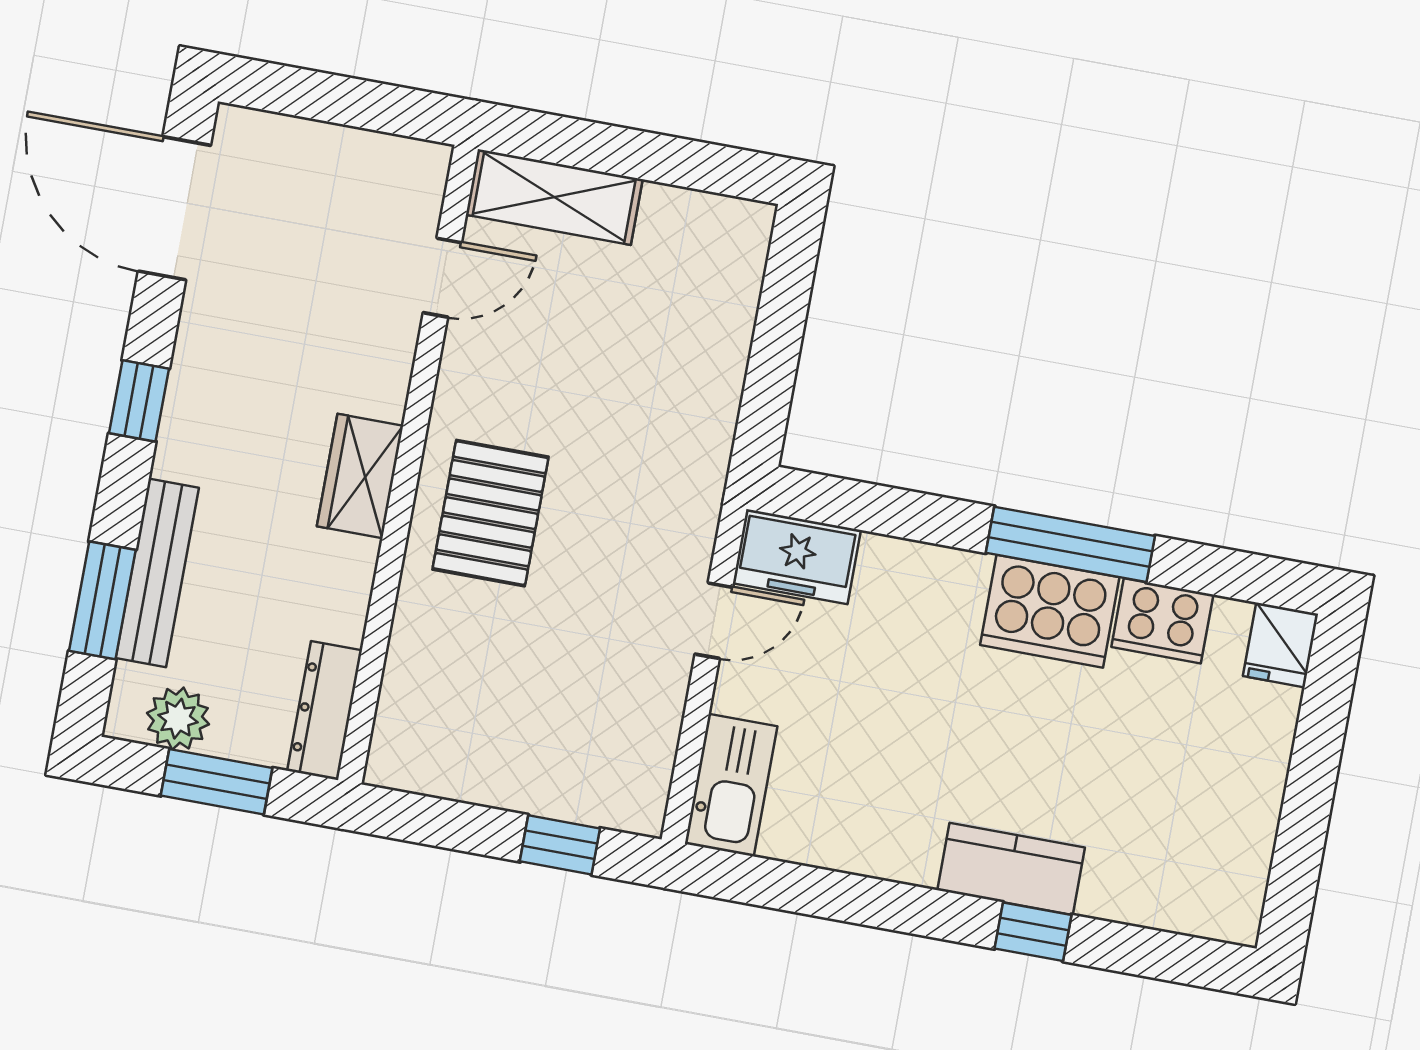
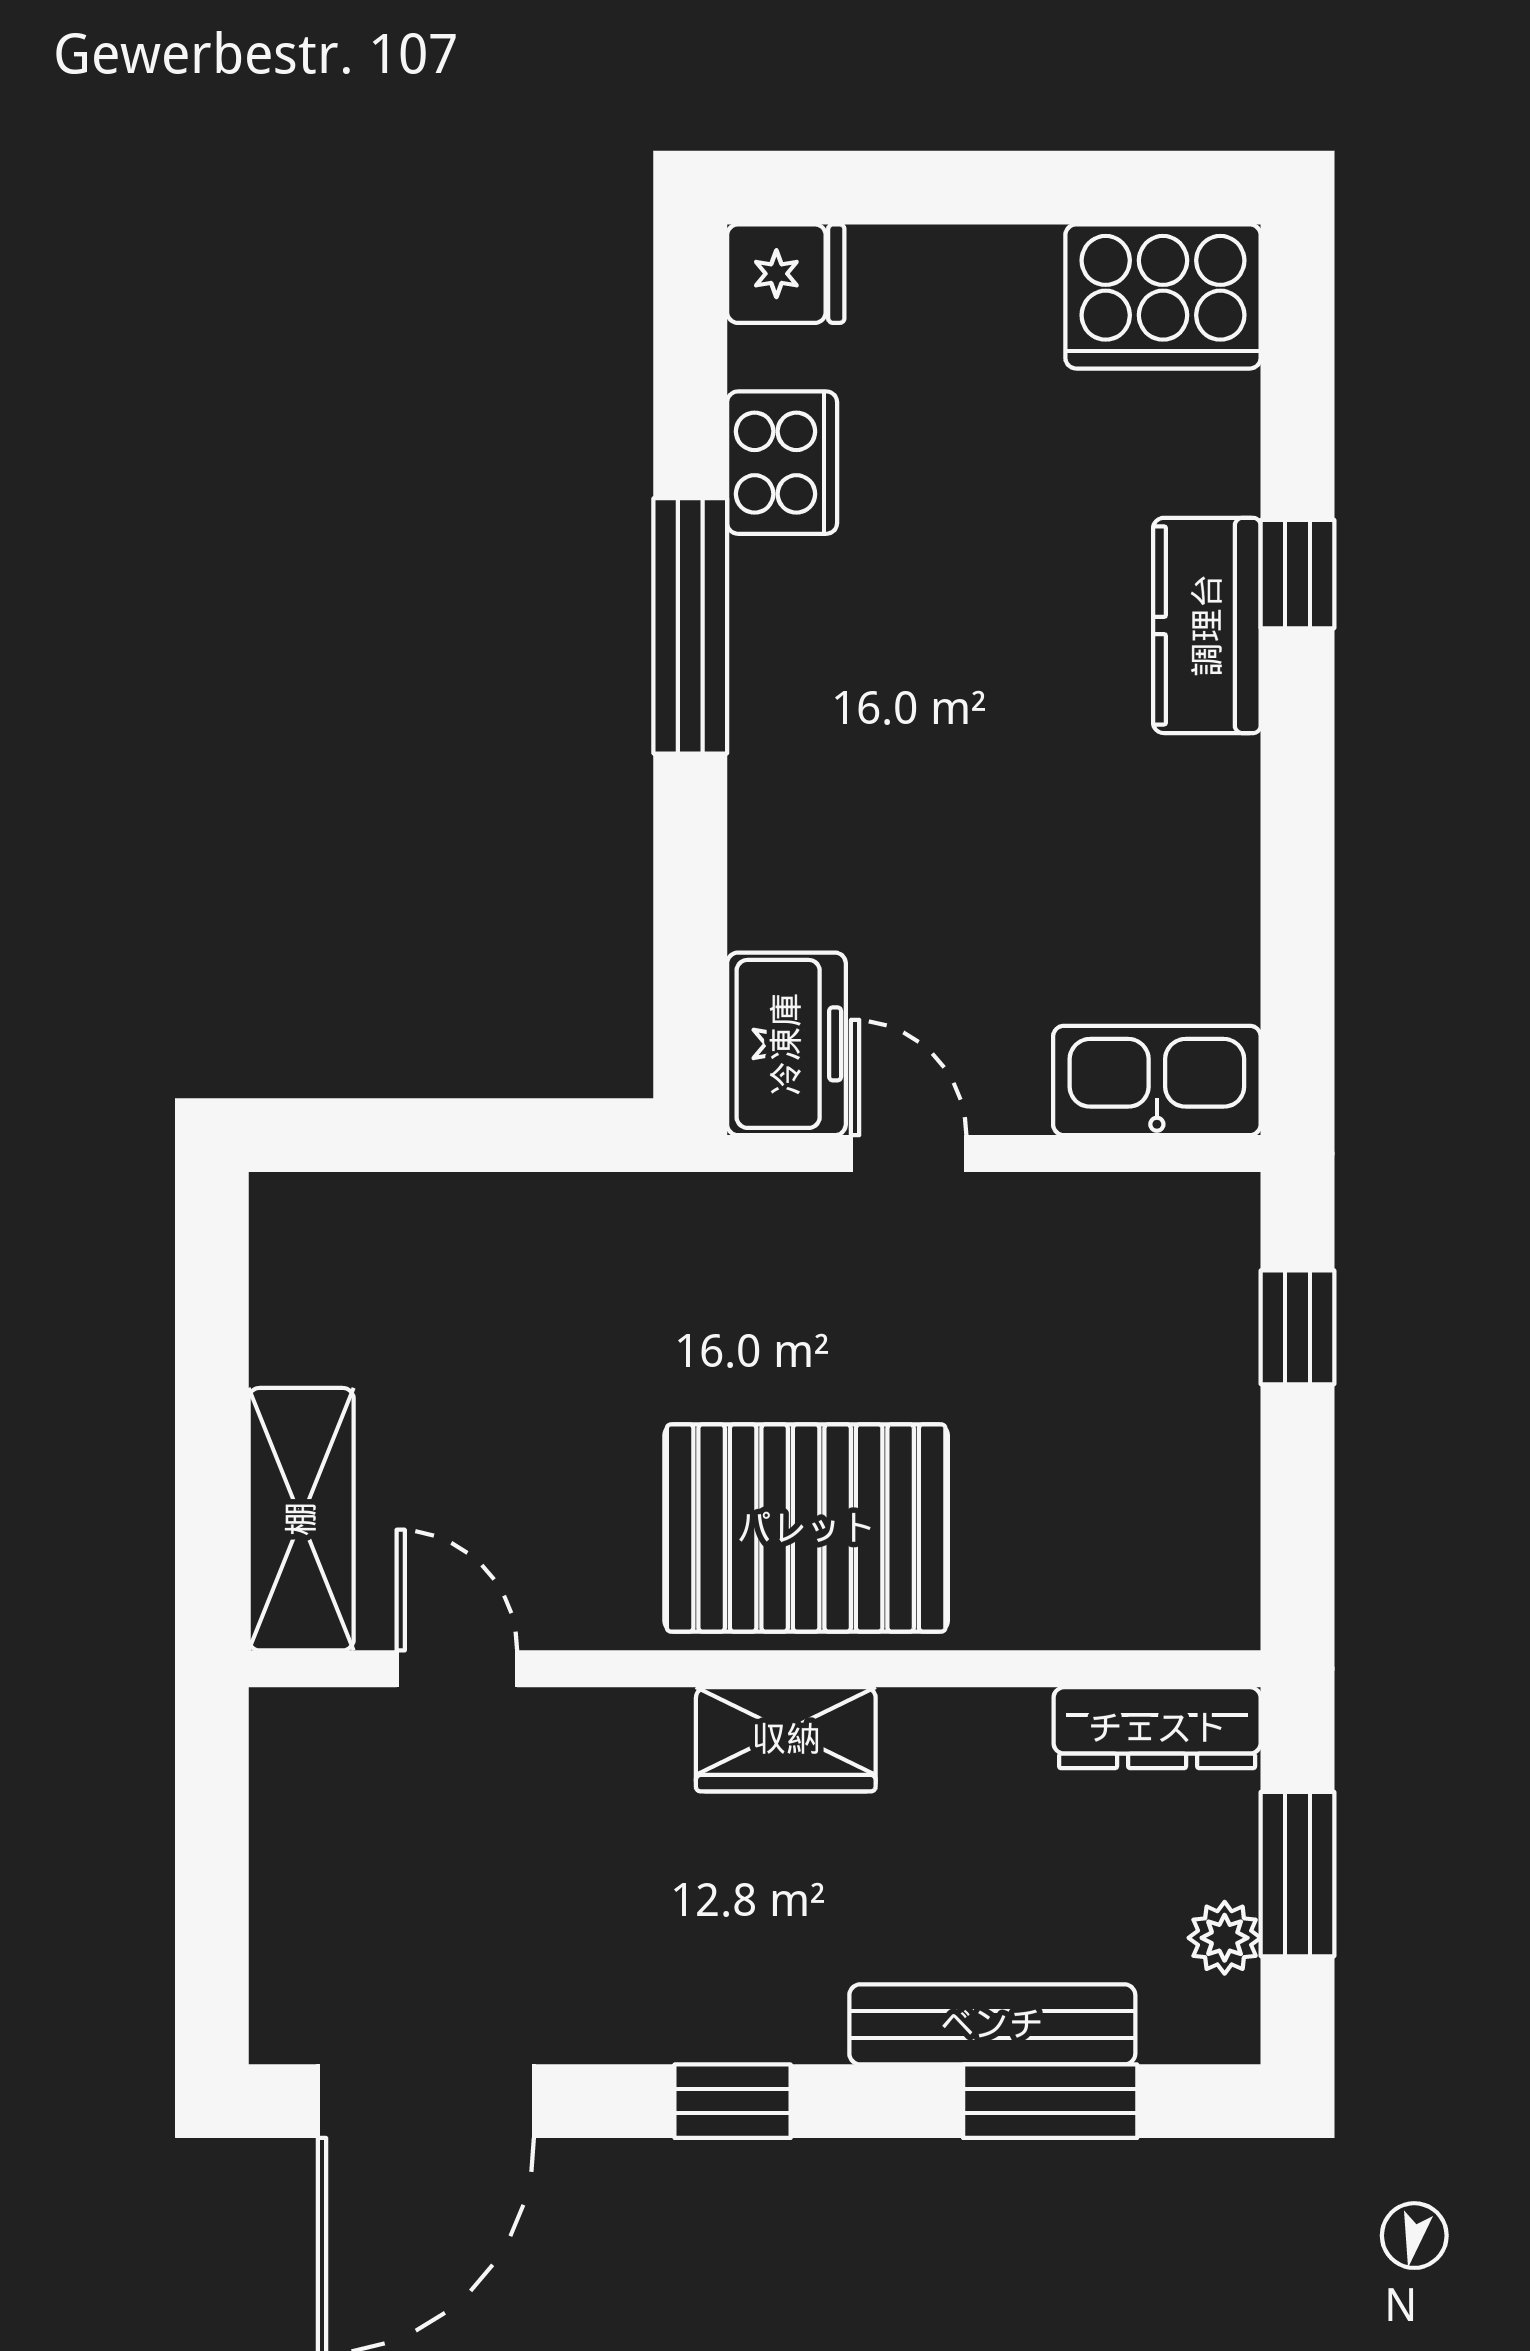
pallet: (490, 513) -> (806, 1528), width x1.37, depth x1.41
cooker: (1050, 611) -> (1163, 296), moved, turned 90
plant: (178, 719) -> (1225, 1938), width x0.73, depth x0.73

